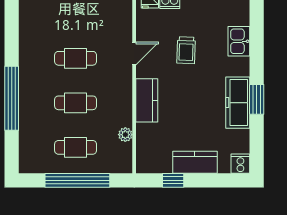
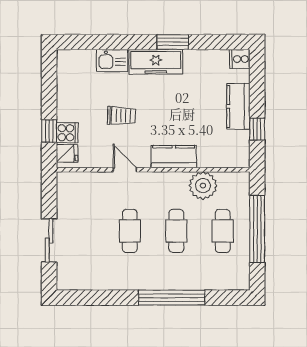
freezer: (238, 103) -> (156, 62), moved
plant: (125, 135) -> (203, 186), width x1.87, depth x1.87

